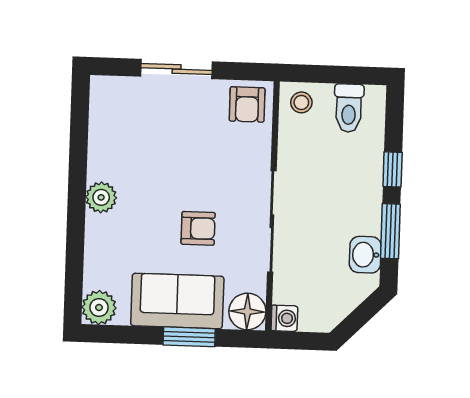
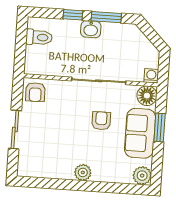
stool: (301, 102) -> (35, 63), removed
armchair: (247, 104) -> (35, 92), turned 89
washbasin: (365, 255) -> (91, 29), moved

